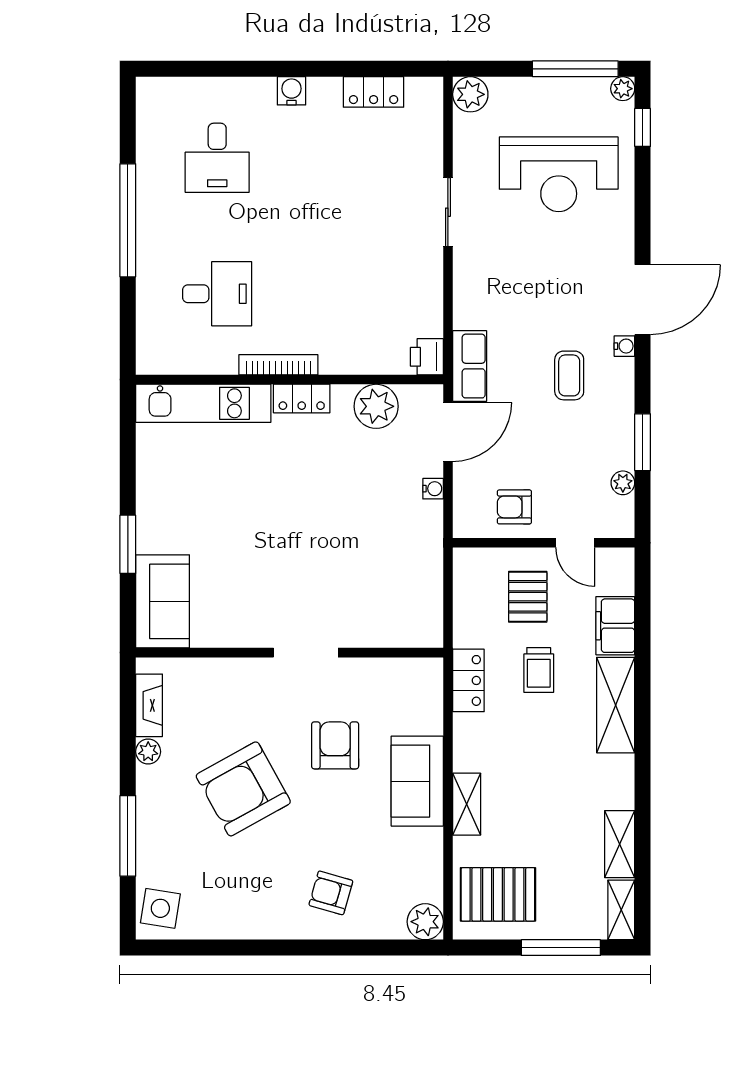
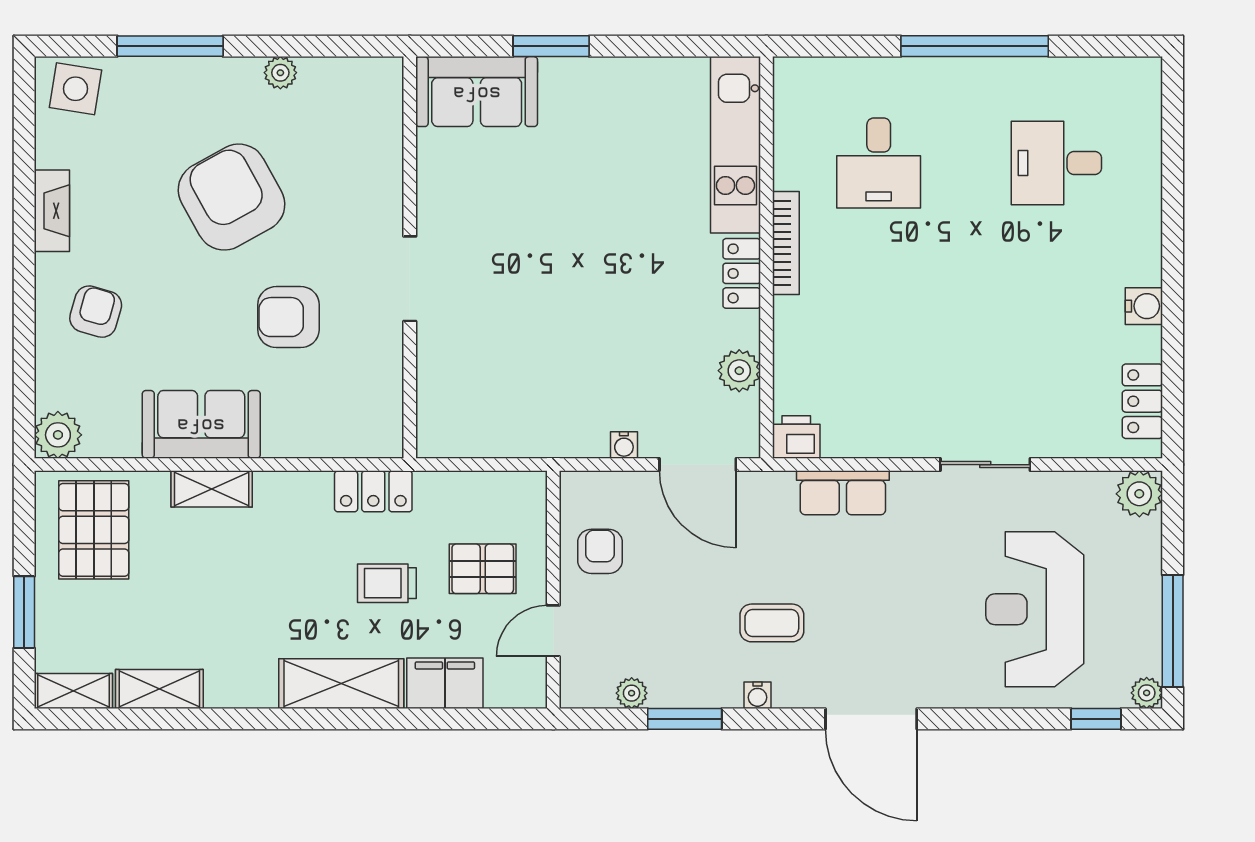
water cooler: (291, 91) -> (1144, 306), moved
locker: (374, 92) -> (1142, 401), moved
water cooler: (624, 346) -> (758, 695), moved
row of seats: (470, 366) -> (843, 493), moved
plant: (376, 406) -> (739, 371), width x0.73, depth x0.73
fireplace: (149, 705) -> (52, 211), moved, turned -90
armchair: (335, 745) -> (288, 317), turned 180
sofa: (417, 781) -> (201, 424), moved
window: (561, 948) -> (24, 612), width x0.69

